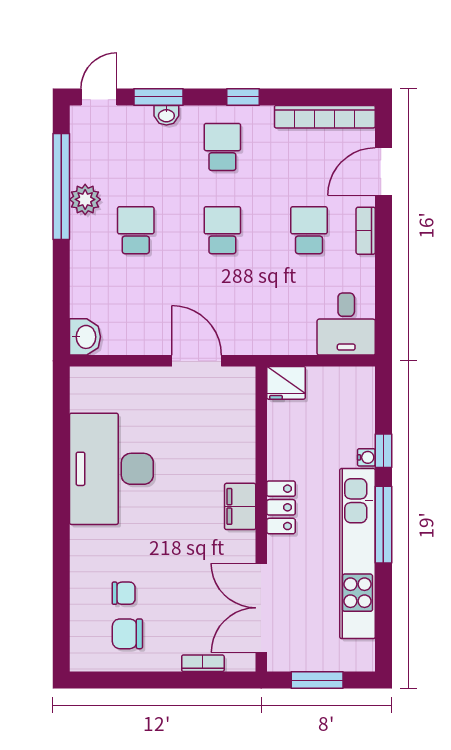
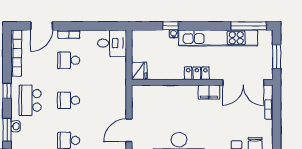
school desk: (222, 147) -> (30, 100), width x1.85
door: (383, 172) -> (42, 26), hinge flipped
door: (197, 361) -> (129, 130), moved
filing cabinet: (240, 506) -> (209, 92), moved
window: (383, 525) -> (249, 26), moved

